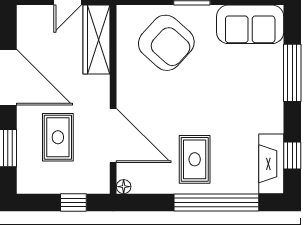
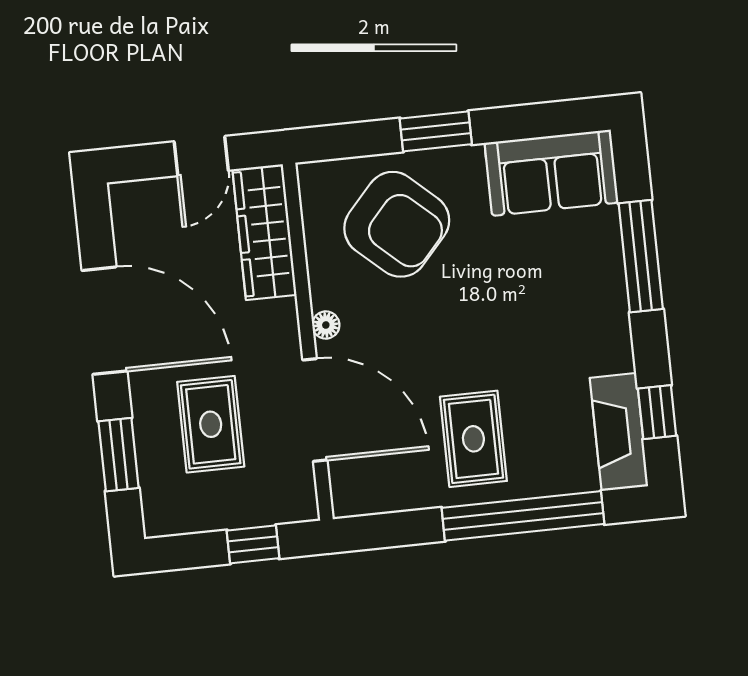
floor lamp: (124, 187) -> (326, 325), moved

